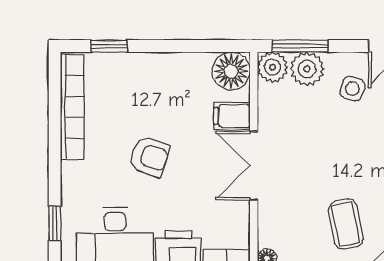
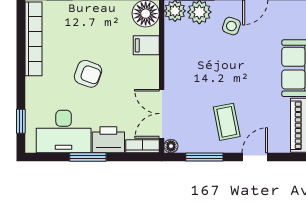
double door: (254, 166) -> (162, 114), moved

